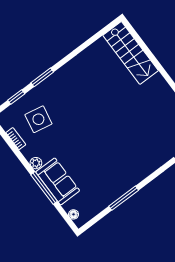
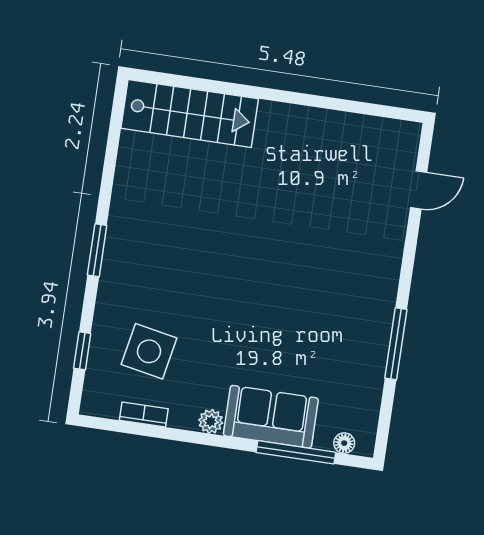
window: (42, 77) -> (97, 250), moved
window: (44, 188) -> (296, 452), moved

